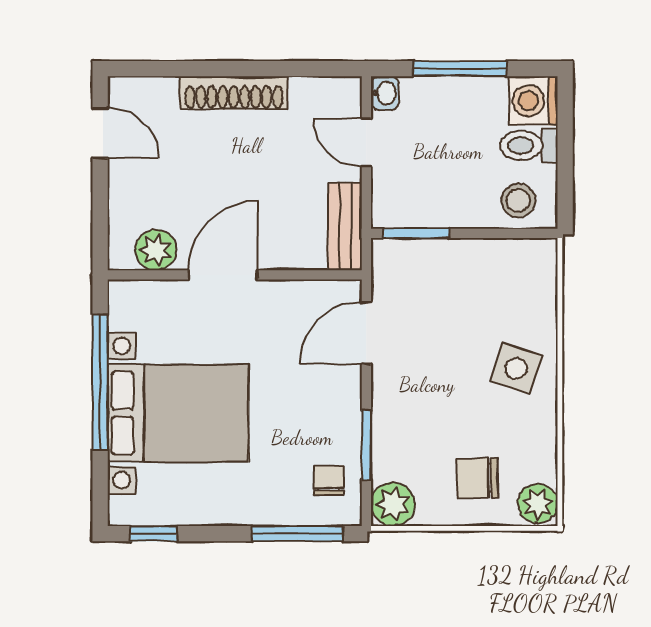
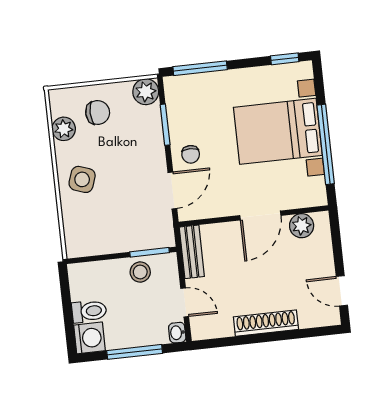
stool: (518, 200) -> (140, 272), moved
chair: (329, 480) -> (191, 154), moved
plant: (538, 504) -> (64, 129), moved

